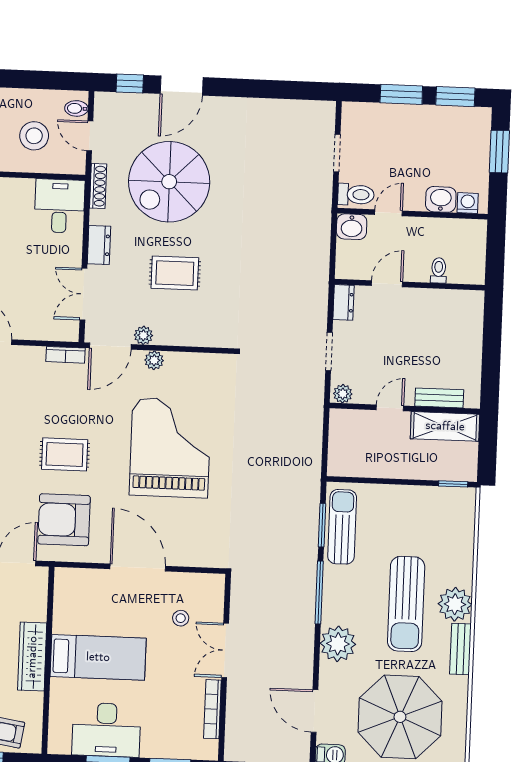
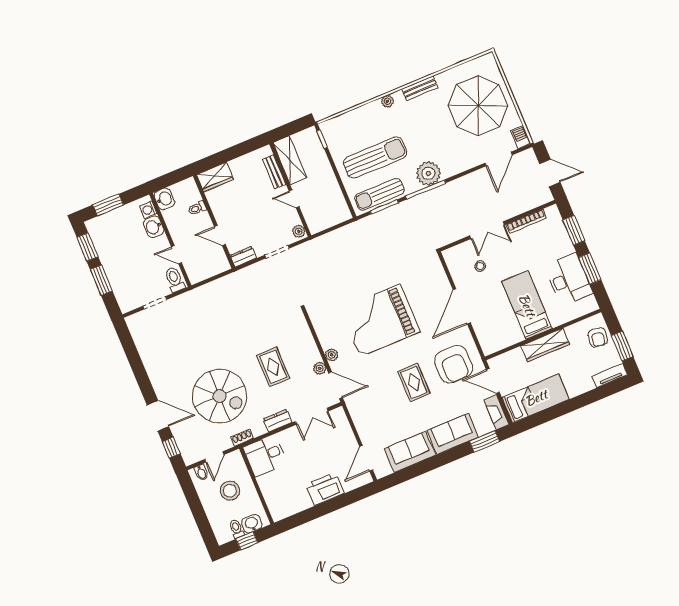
shoe rack: (98, 186) -> (242, 438), width x0.70
washbasin: (352, 227) -> (164, 199), moved
wardrobe: (470, 314) -> (215, 177), added
bookcase: (66, 355) -> (353, 410), removed
sun lounger: (406, 604) -> (375, 158), moved
plant: (455, 604) -> (387, 101), width x0.53, depth x0.53
plant: (338, 644) -> (428, 173), moved

